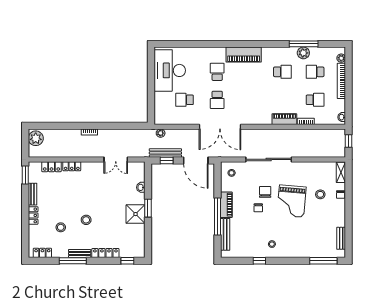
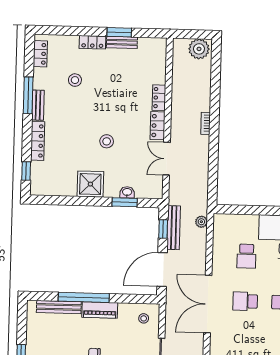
school desk: (185, 100) -> (246, 256), turned 180
locker: (51, 167) -> (158, 126), moved
window: (25, 175) -> (119, 32), moved
window: (148, 208) -> (125, 202), moved
stool: (86, 220) -> (107, 141), moved

